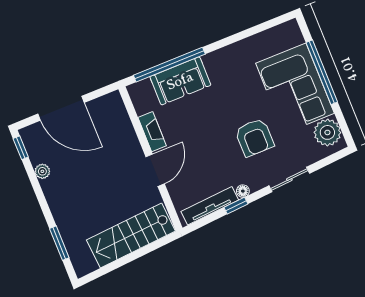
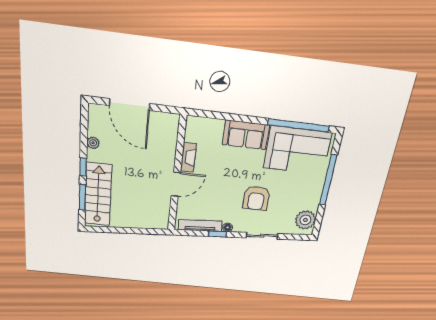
window: (169, 65) -> (298, 125), moved
sofa: (180, 81) -> (246, 135), moved
corner sofa: (295, 88) -> (297, 150), moved, turned -90
window: (21, 148) -> (83, 167), moved
stairs: (131, 235) -> (98, 195), moved, turned 94

